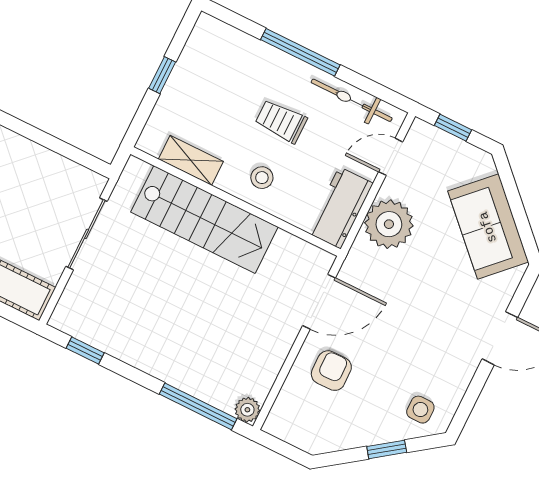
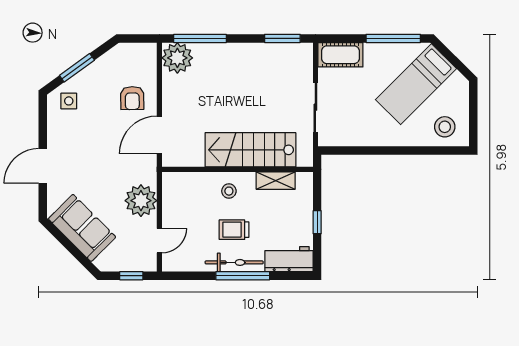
bicycle: (352, 100) -> (234, 262), moved
trolley: (281, 121) -> (234, 230), turned 180
workbench: (340, 208) -> (289, 259), moved, turned -90
window: (85, 351) -> (282, 38), width x1.50
plant: (247, 410) -> (177, 58), width x1.87, depth x1.87
window: (387, 449) -> (77, 68), width x1.50

